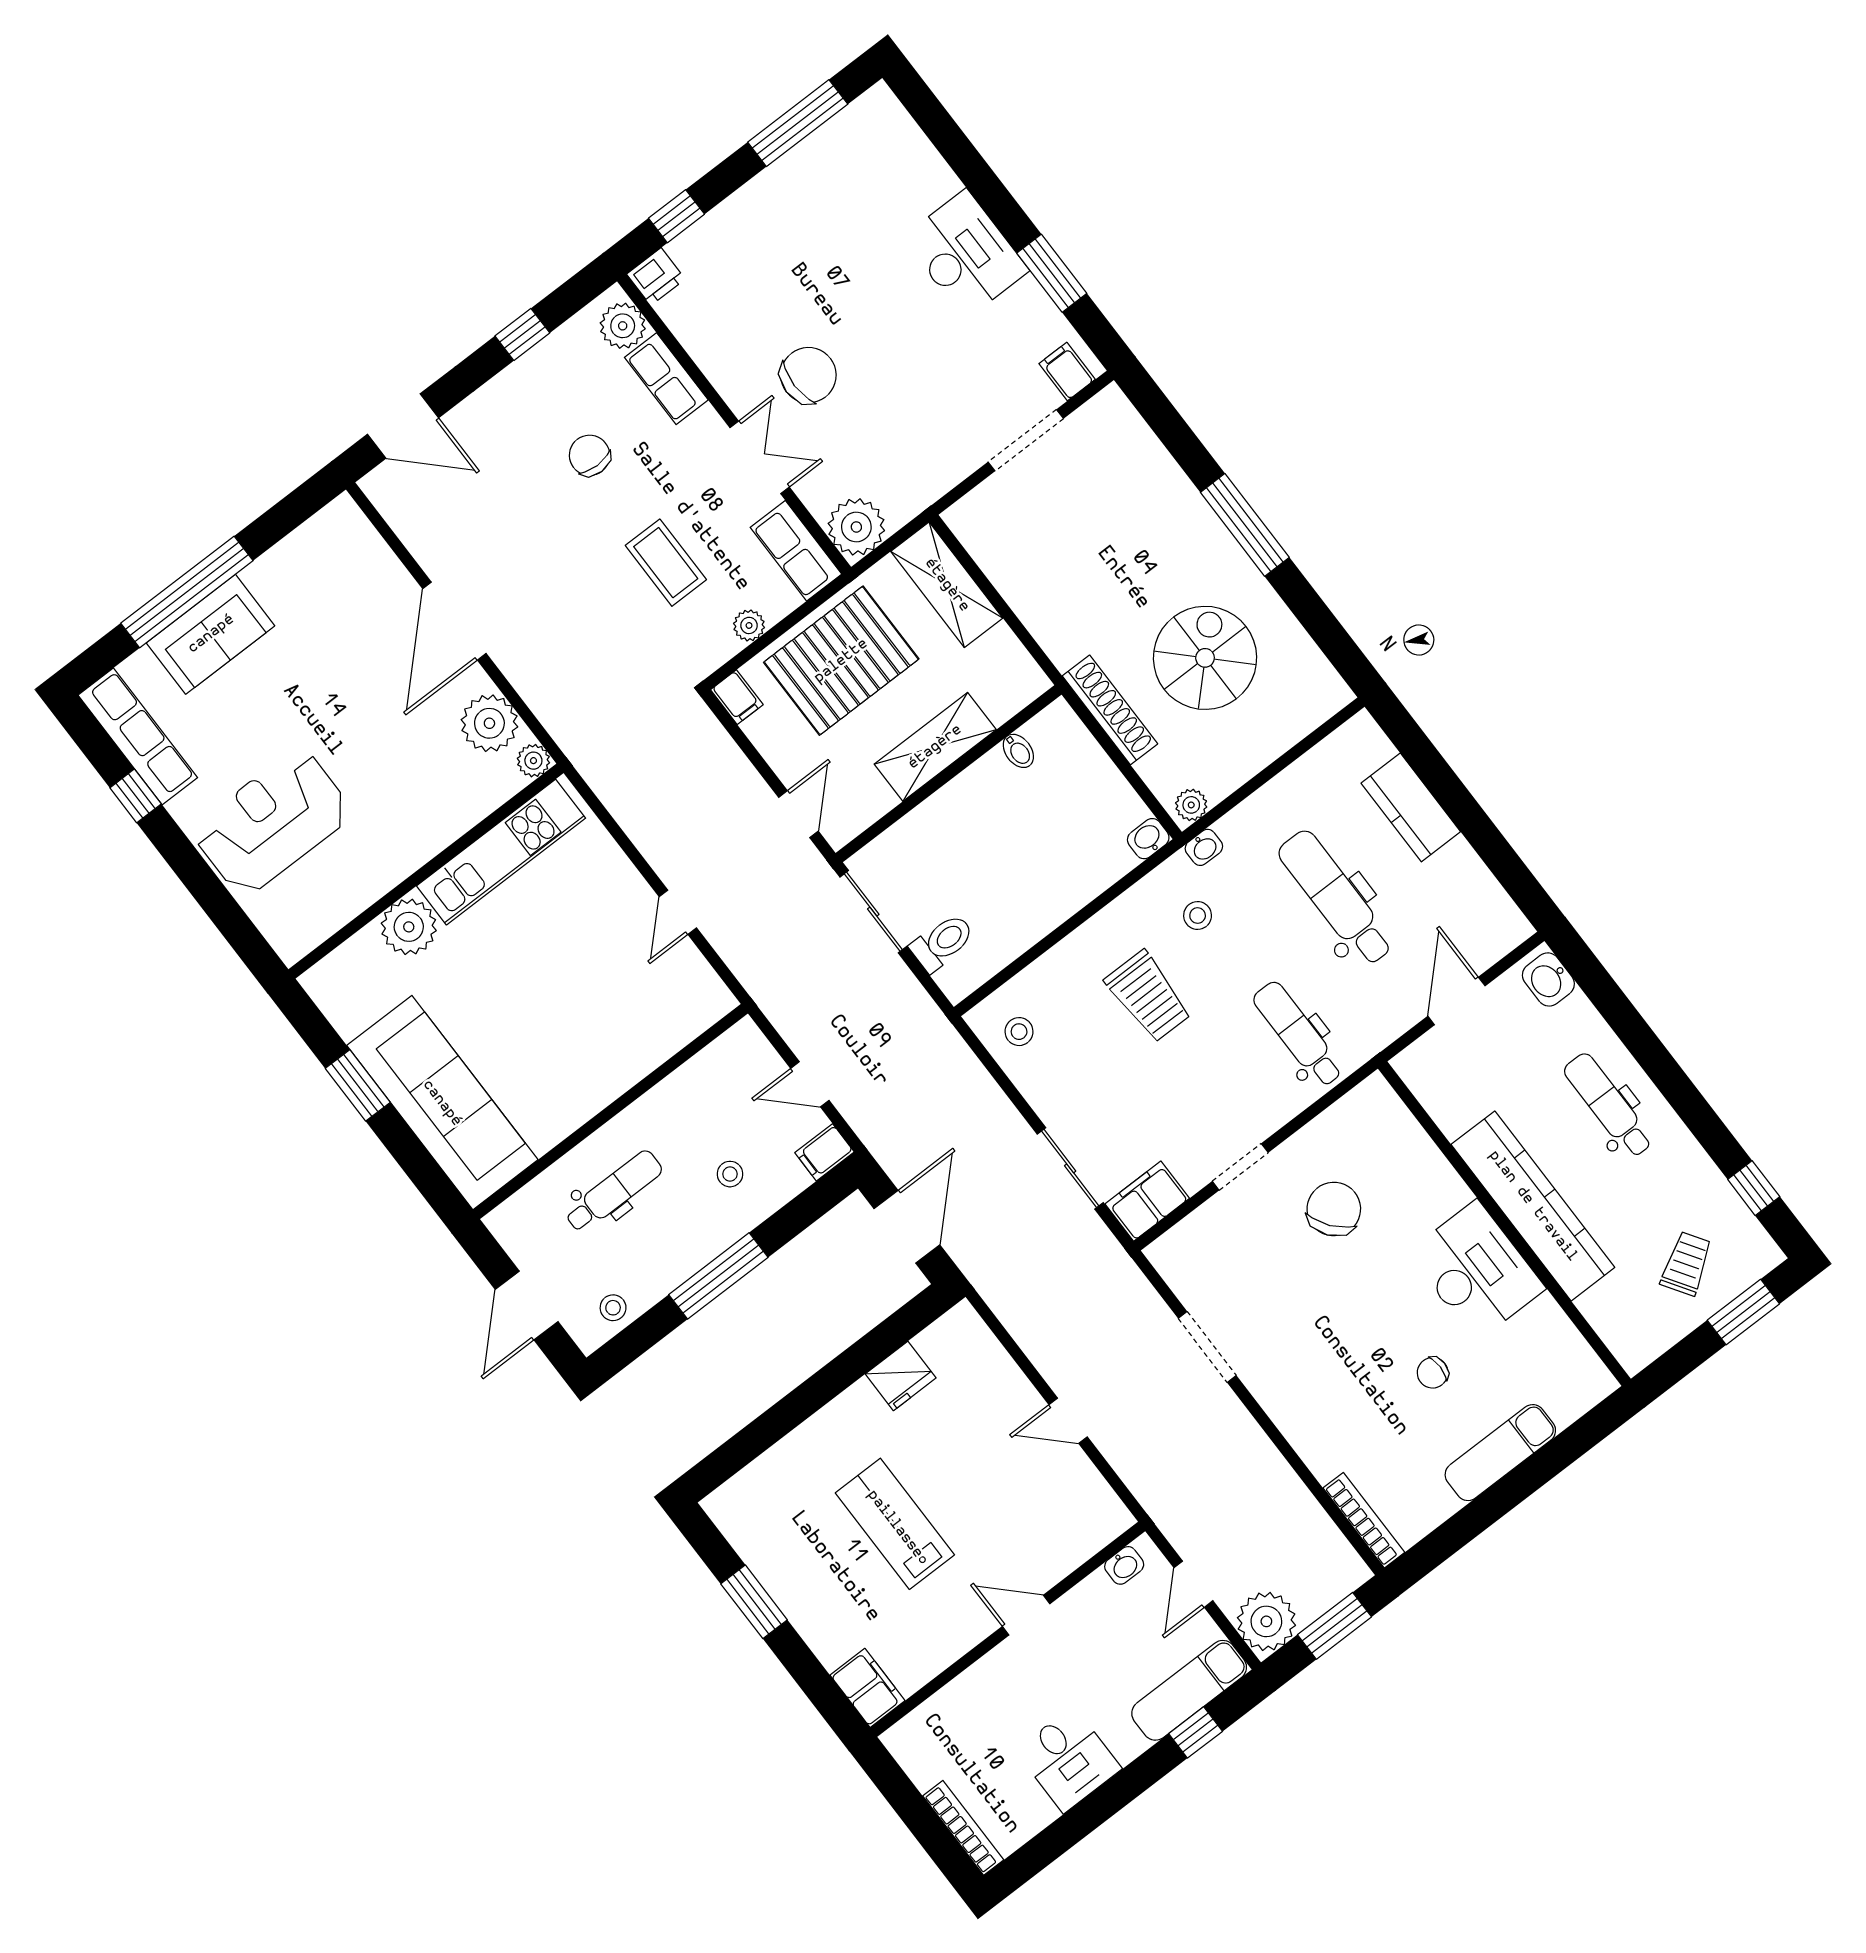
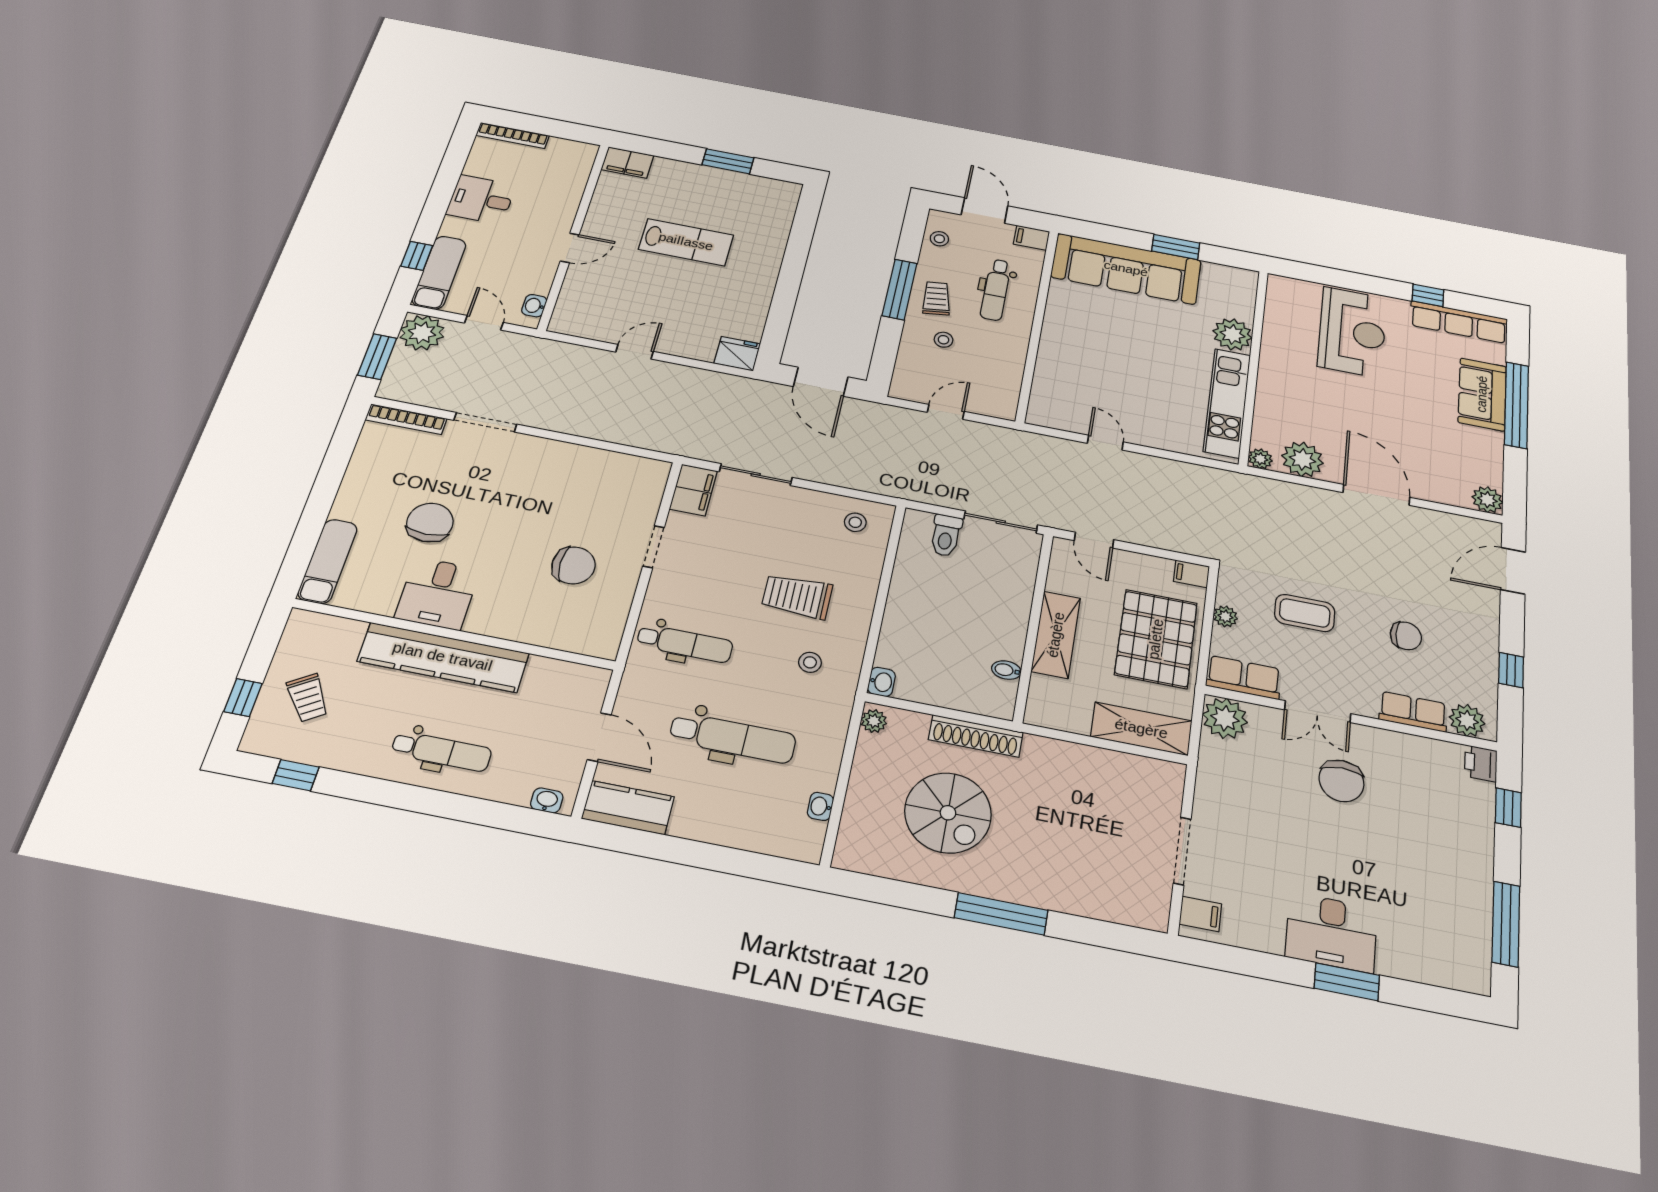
window: (1052, 273) -> (1347, 982), moved
plant: (342, 519) -> (1487, 500), added
kitchen counter: (1411, 807) -> (628, 808), moved
washbasin: (1204, 847) -> (820, 806), moved
washbasin: (1548, 979) -> (547, 800), width x0.72, depth x0.69
filing cabinet: (825, 1152) -> (1032, 238), moved, turned -90
chair: (1334, 1209) -> (573, 565), turned -52
trolley: (689, 1232) -> (936, 298), added
desk: (1476, 1271) -> (438, 593), width x0.73
window: (1743, 1312) -> (243, 697), width x0.67
doorway: (1207, 1347) -> (485, 422), moved
chair: (1433, 1373) -> (430, 522), width x1.87, depth x1.87
fridge: (901, 1376) -> (737, 354), moved, turned 90
exam couch: (1500, 1453) -> (328, 561), moved

